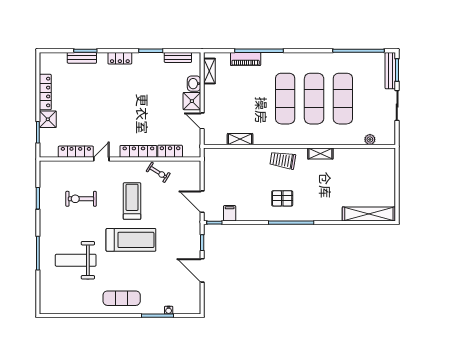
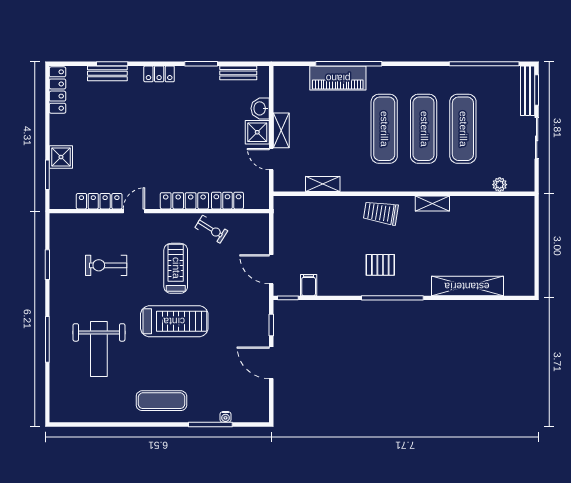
piano: (246, 59) -> (338, 78), width x1.37, depth x1.33
shelving: (209, 71) -> (281, 130), moved
locker: (45, 92) -> (58, 90), moved
shelving: (369, 214) -> (467, 286), moved
weight bench: (76, 260) -> (99, 349), turned -90

